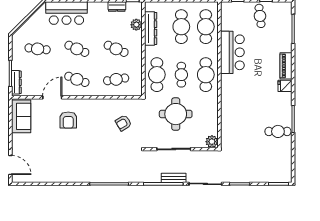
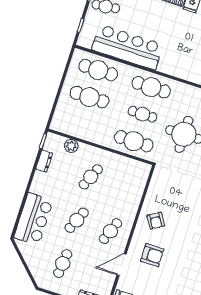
dresser: (151, 28) -> (80, 132), removed
bar counter: (232, 52) -> (127, 47), width x1.36
cafe table: (116, 79) -> (124, 188), removed
door: (52, 97) -> (122, 265), hinge flipped
armchair: (123, 123) -> (156, 221), moved

